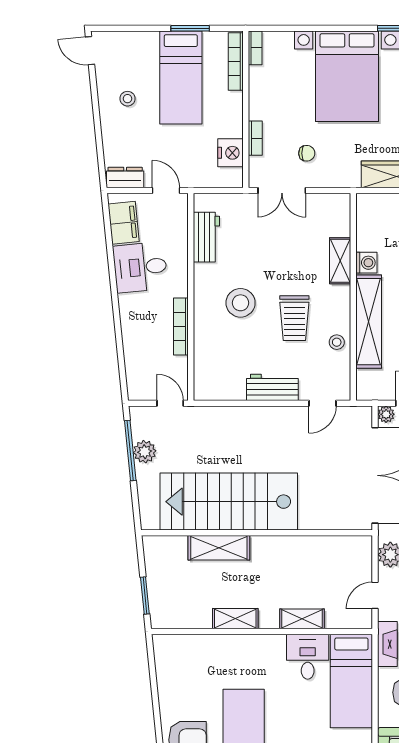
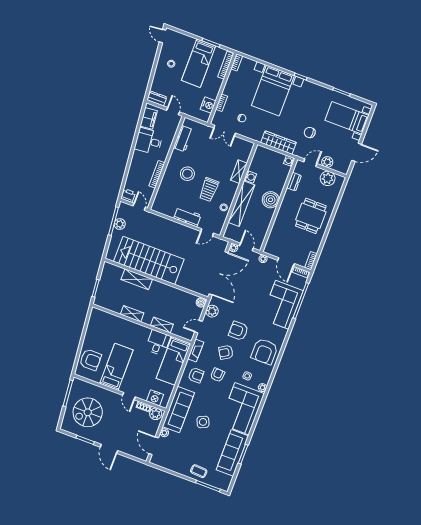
printer: (141, 389) -> (128, 196), added
boiler: (362, 545) -> (201, 302), added

